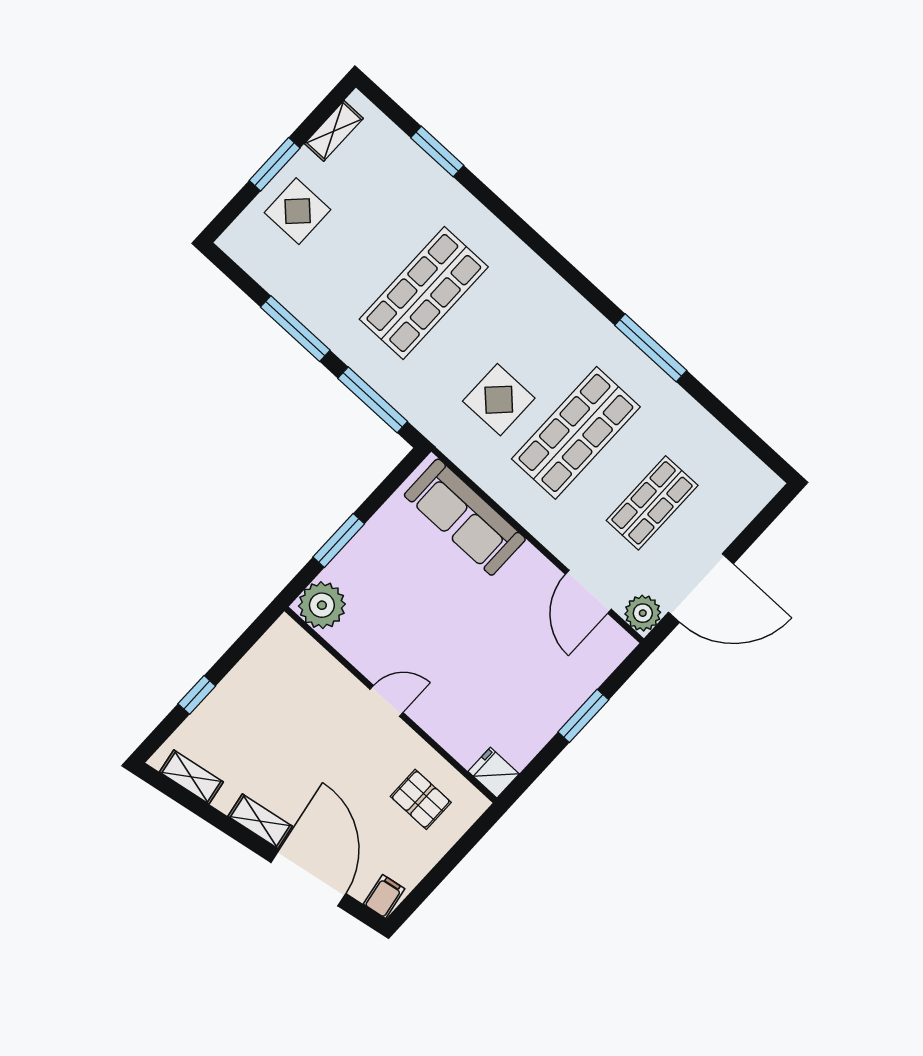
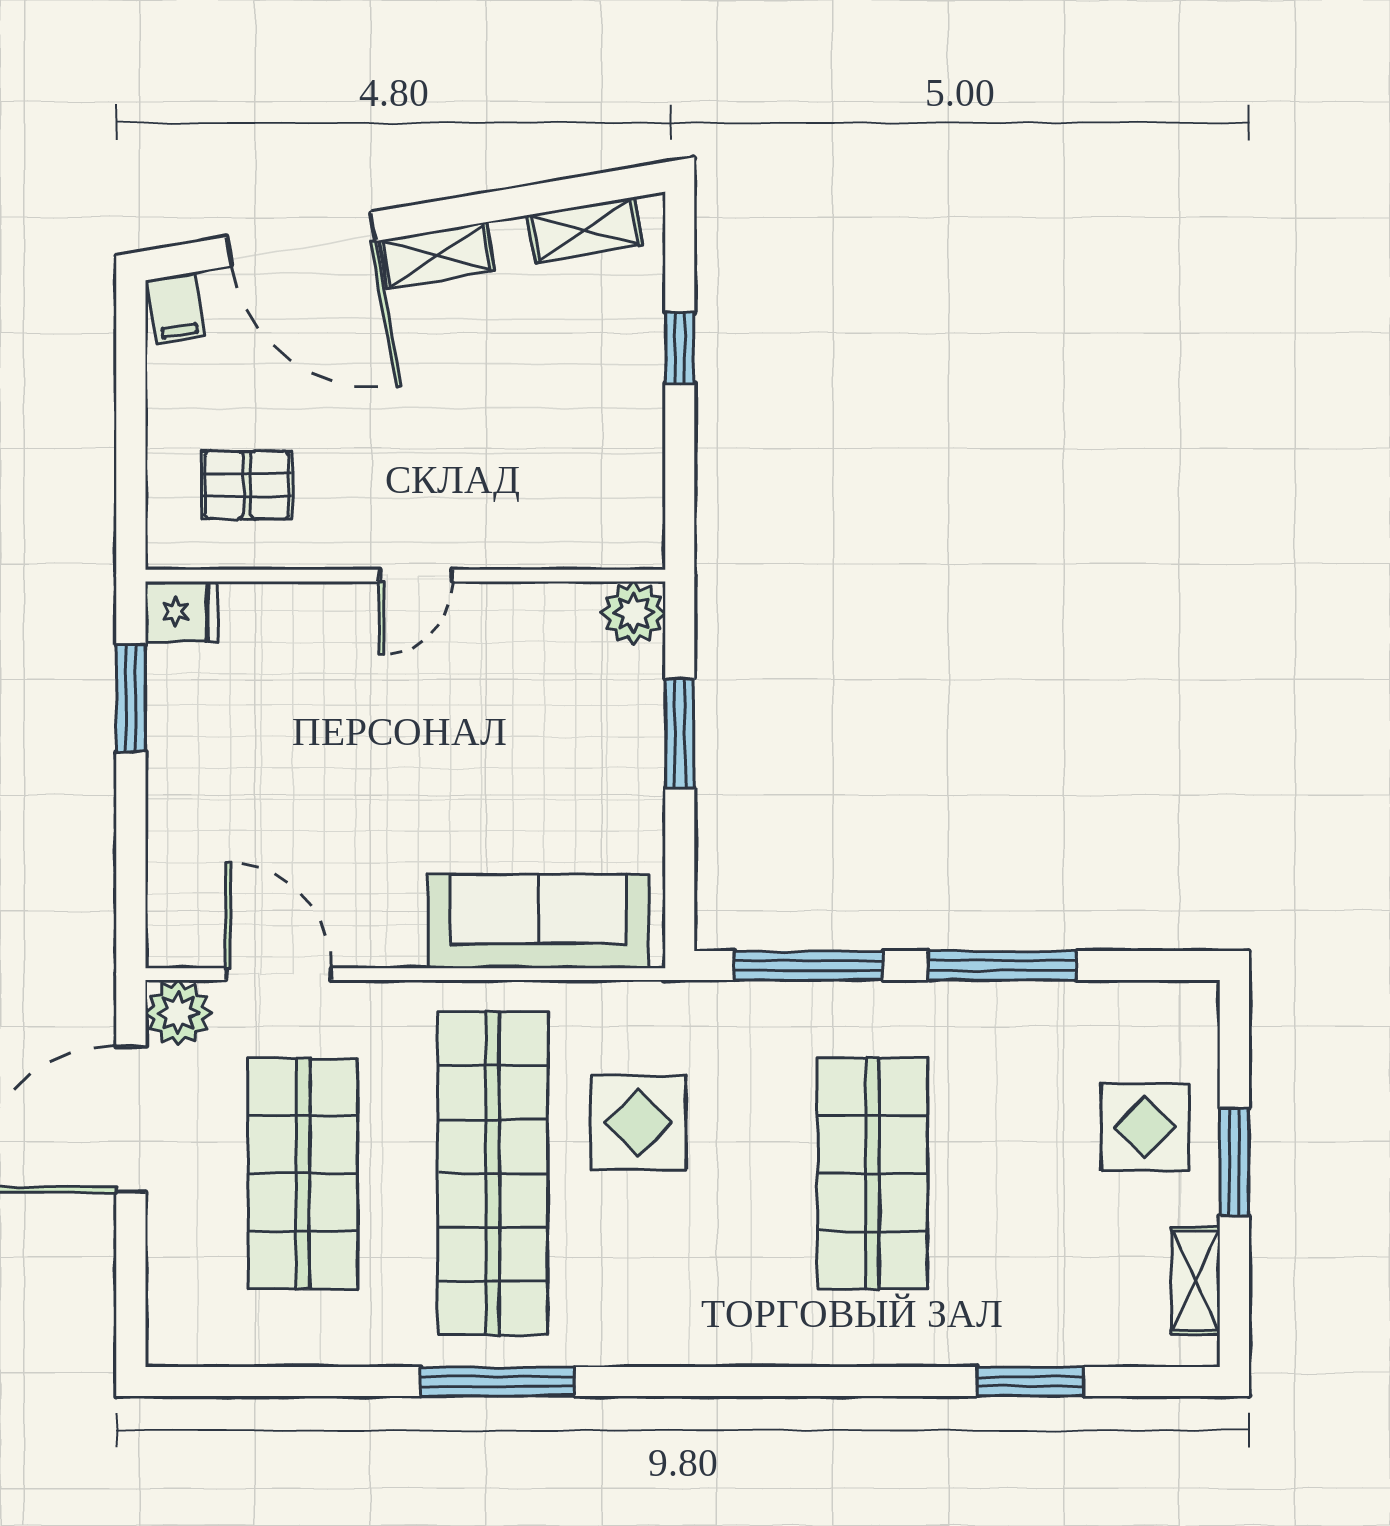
shop shelf: (576, 433) -> (493, 1174), width x1.40
shop shelf: (652, 503) -> (303, 1174), width x1.43, depth x1.36
plant: (322, 605) -> (634, 613), width x0.73, depth x0.73
window: (583, 716) -> (131, 698), moved

